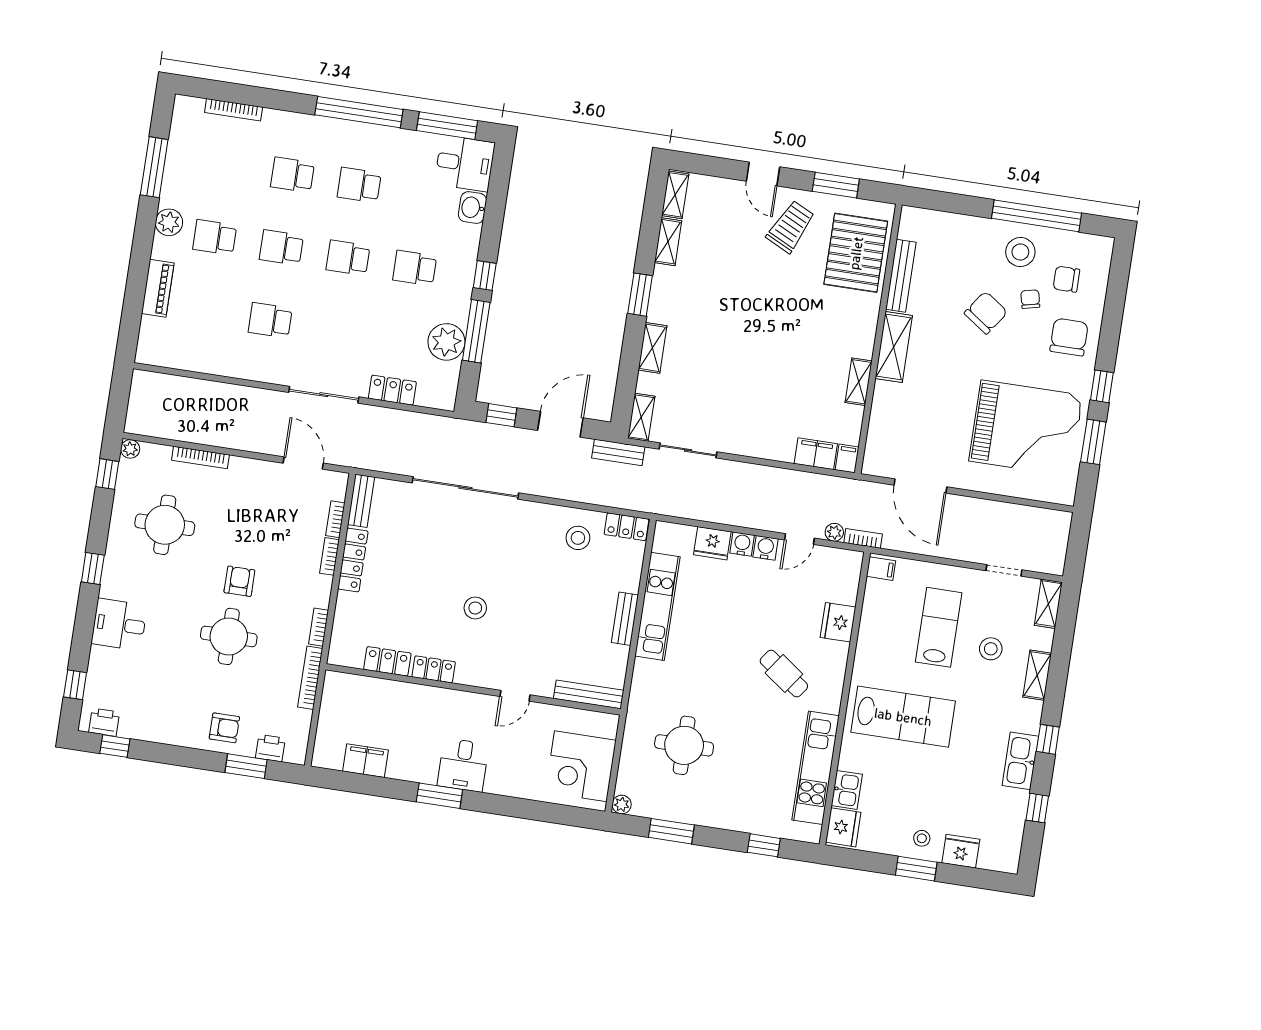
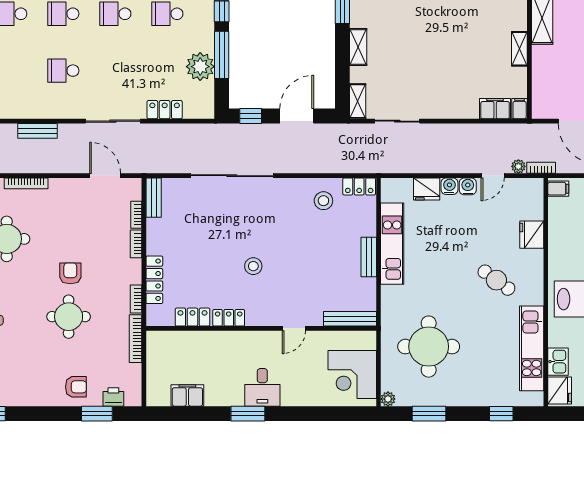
bench: (618, 452) -> (37, 131), moved
locker: (353, 560) -> (154, 280), moved
round table: (684, 745) -> (429, 347), width x1.36, depth x1.36

